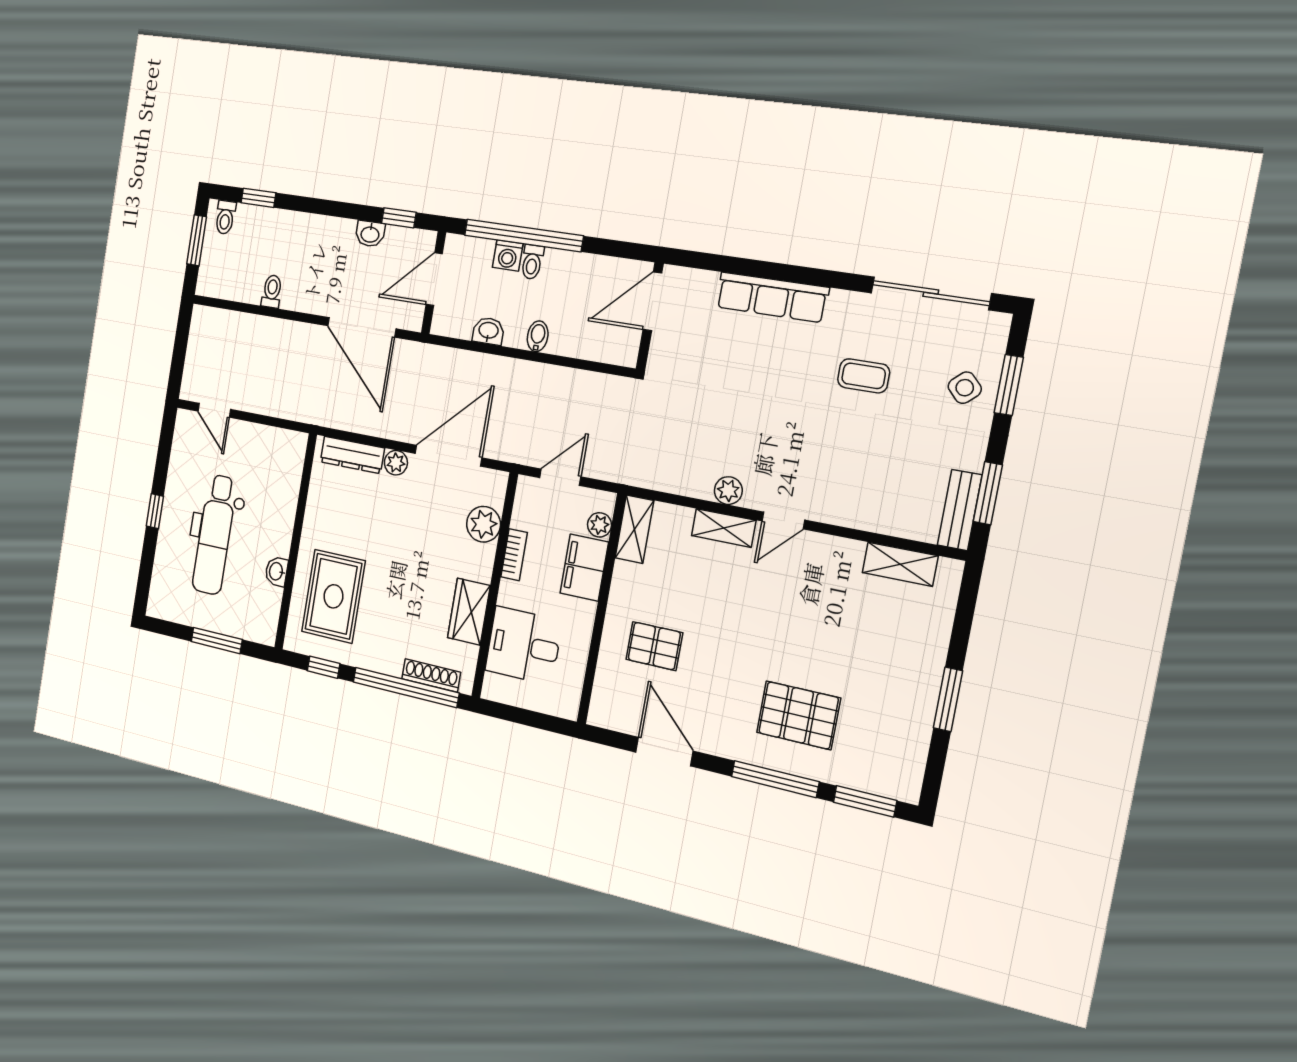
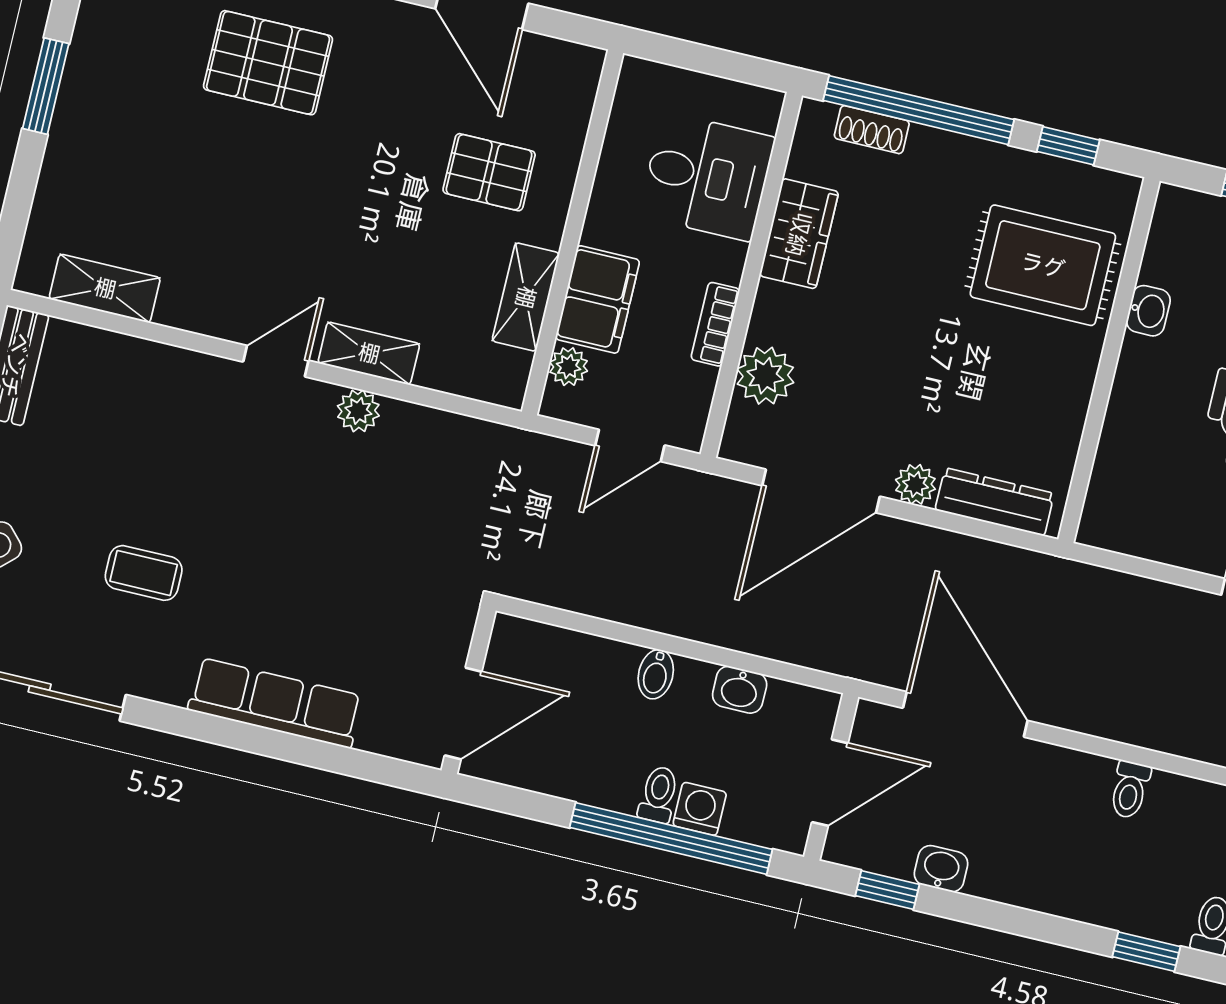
shelving: (634, 529) -> (526, 297), moved
rug: (333, 596) -> (1043, 265), turned 90
shoe rack: (431, 675) -> (872, 130), width x0.70

